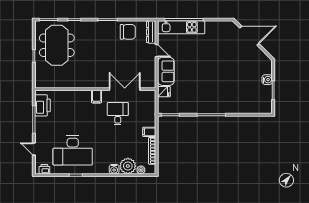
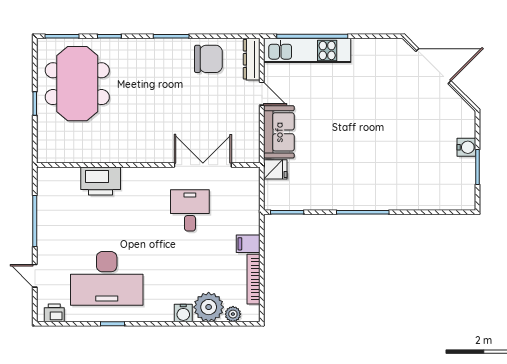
filing cabinet: (97, 97) -> (151, 179), removed
printer: (43, 105) -> (101, 181), moved, turned 90

